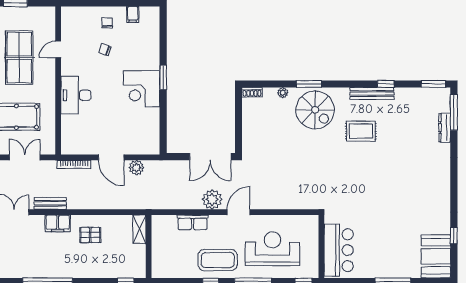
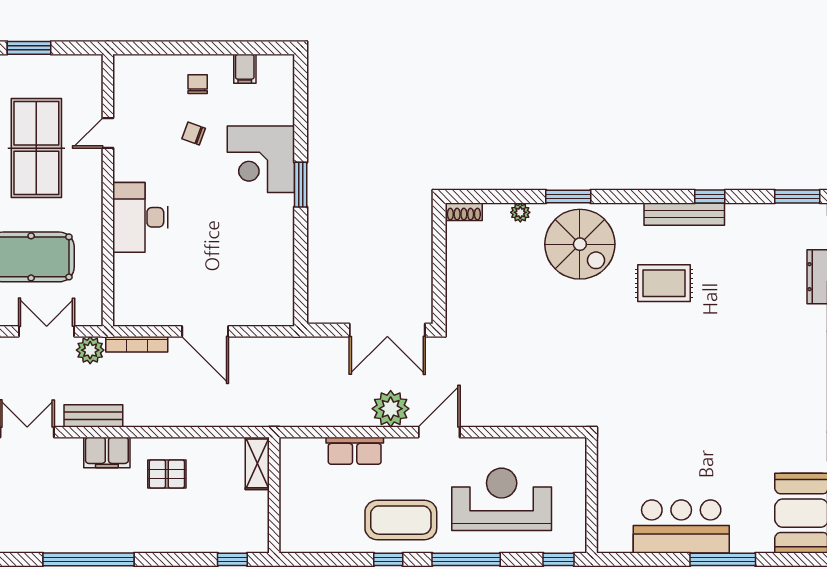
corner desk: (141, 89) -> (261, 159), moved
plant: (136, 168) -> (90, 350), moved
bar counter: (339, 250) -> (681, 526), moved, turned -90

